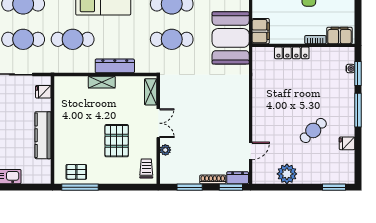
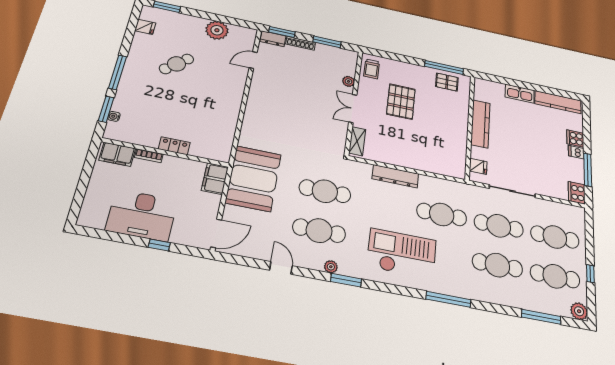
locker: (292, 53) -> (174, 146), width x0.66
shelving: (102, 82) -> (412, 163), removed
fridge: (347, 143) -> (145, 27), moved

